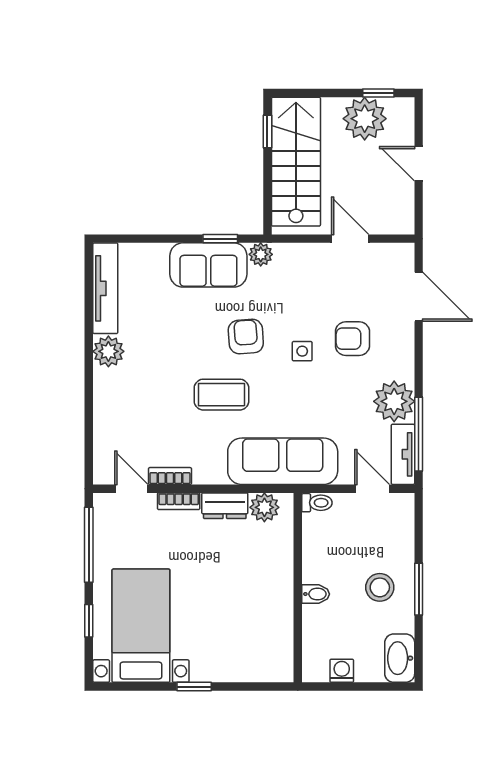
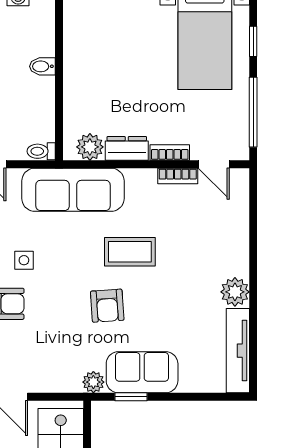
side table: (302, 351) -> (24, 260), moved

